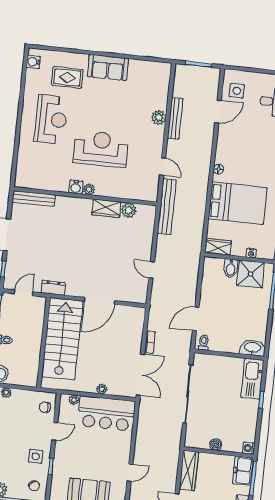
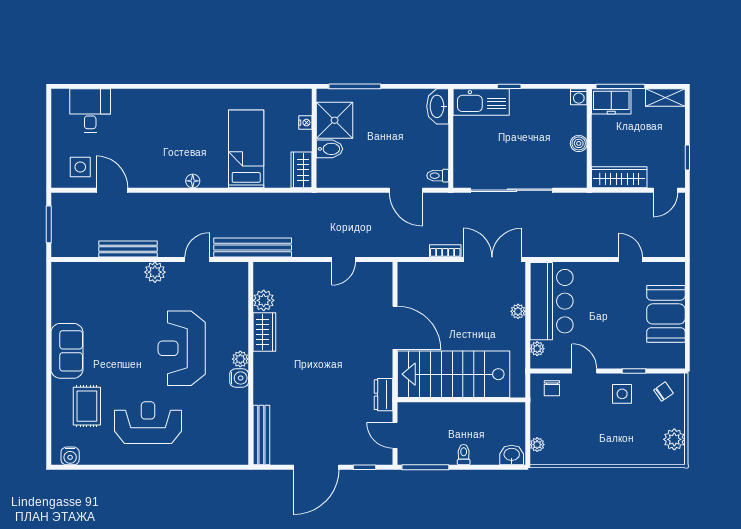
plant: (159, 118) -> (155, 272), moved
bed: (238, 203) -> (246, 149), width x0.67

